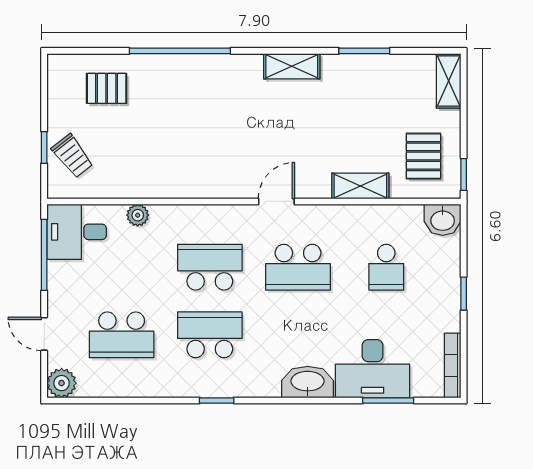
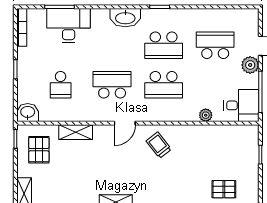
trolley: (72, 156) -> (159, 145), moved
school desk: (386, 267) -> (61, 85), turned 180
washbasin: (308, 382) -> (125, 18), moved
plant: (62, 383) -> (250, 65), moved

